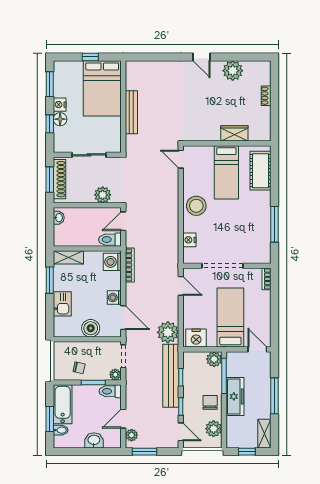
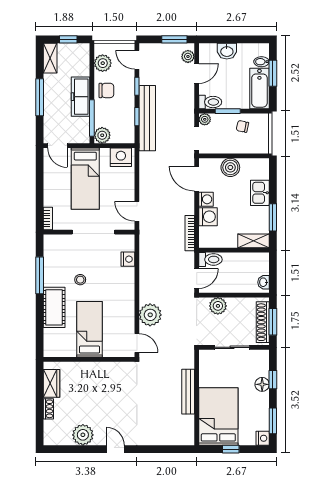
nightstand: (60, 105) -> (263, 438), moved
wardrobe: (234, 133) -> (51, 383), moved, turned -90
cot: (260, 171) -> (54, 307), moved
stool: (196, 206) -> (80, 280), moved, width x0.53, depth x0.53
washing machine: (112, 262) -> (208, 217), moved
plant: (168, 332) -> (150, 315), moved
chair: (210, 402) -> (106, 90), turned -90

